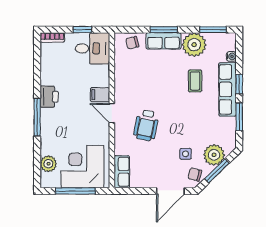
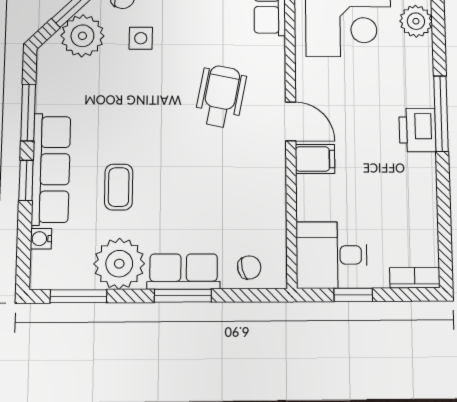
printer: (49, 97) -> (417, 130), moved

